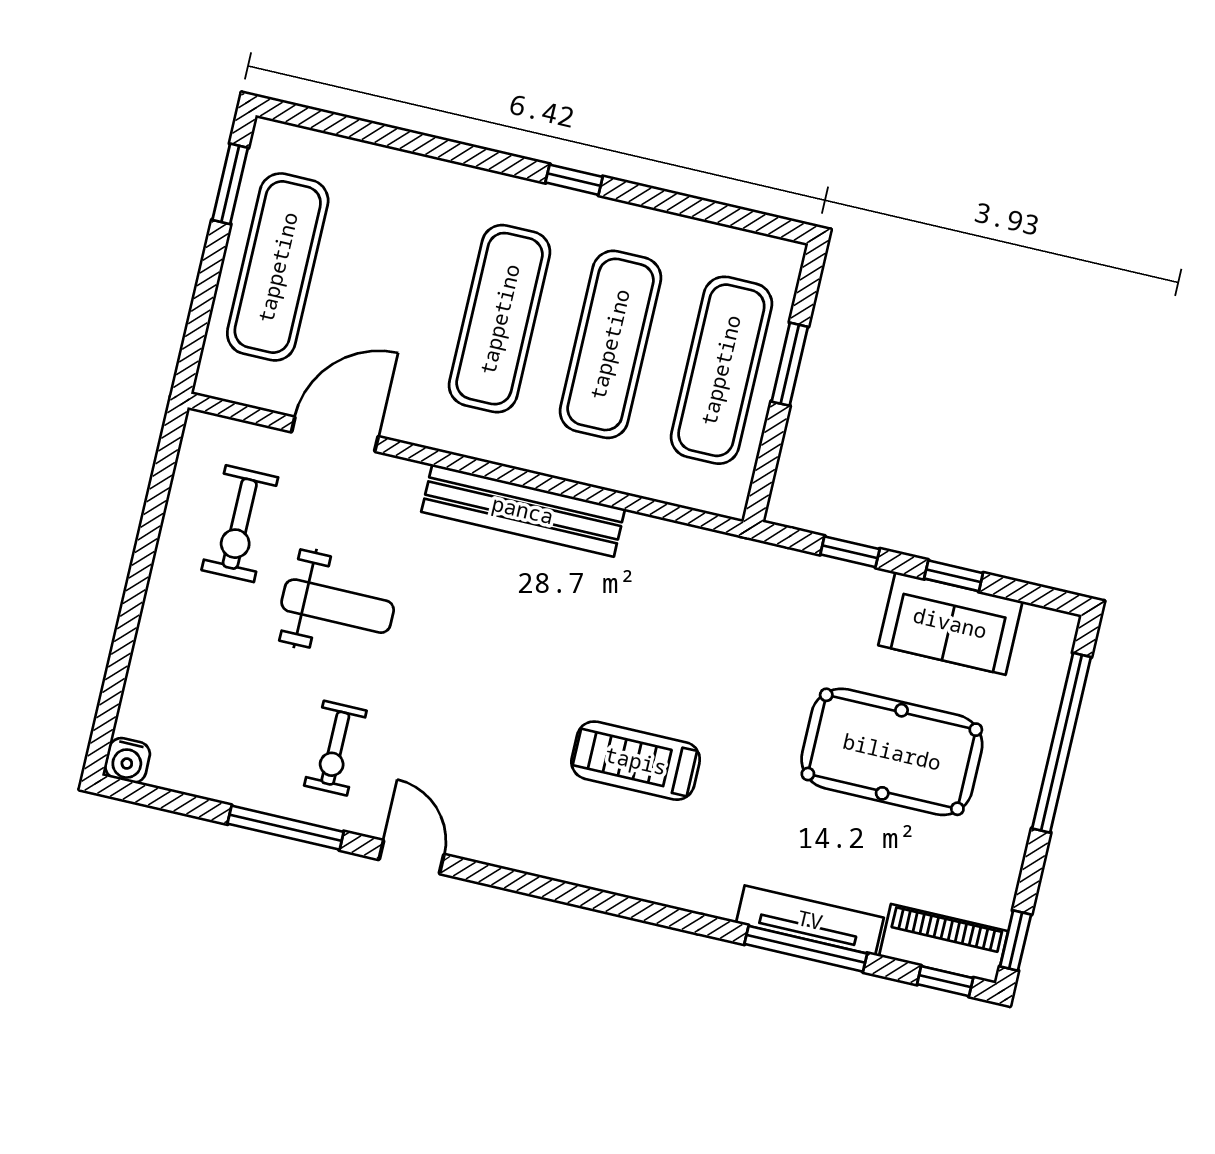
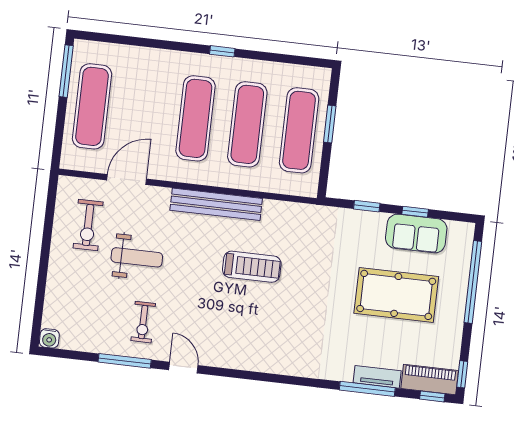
window: (230, 184) -> (66, 71), width x1.44
treadmill: (636, 761) -> (252, 267), moved, turned 180
tv unit: (810, 920) -> (377, 377), width x0.71

